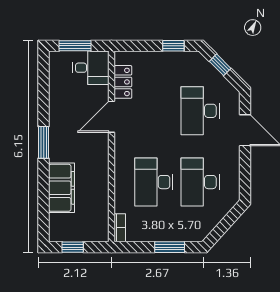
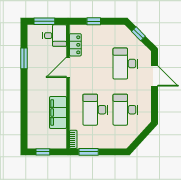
window: (173, 46) -> (94, 21), moved
window: (44, 142) -> (24, 58), moved
filing cabinet: (62, 188) -> (58, 112), moved, turned 180
window: (170, 247) -> (89, 152), moved

